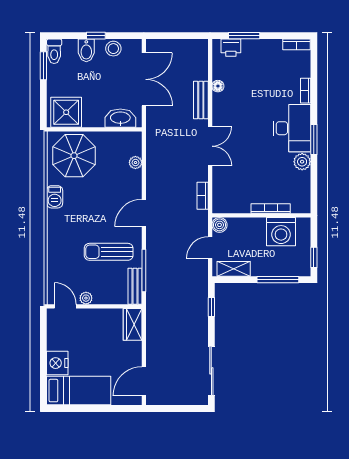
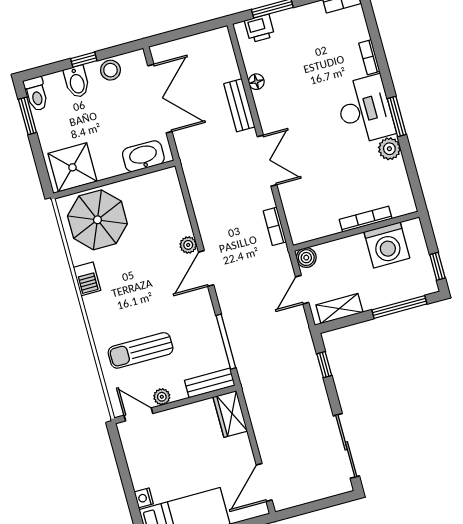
plant: (135, 163) -> (188, 245), moved
sun lounger: (109, 252) -> (141, 350), moved
bench: (135, 286) -> (210, 383), moved, turned 90
nightstand: (57, 363) -> (144, 498), width x0.53, depth x0.56

